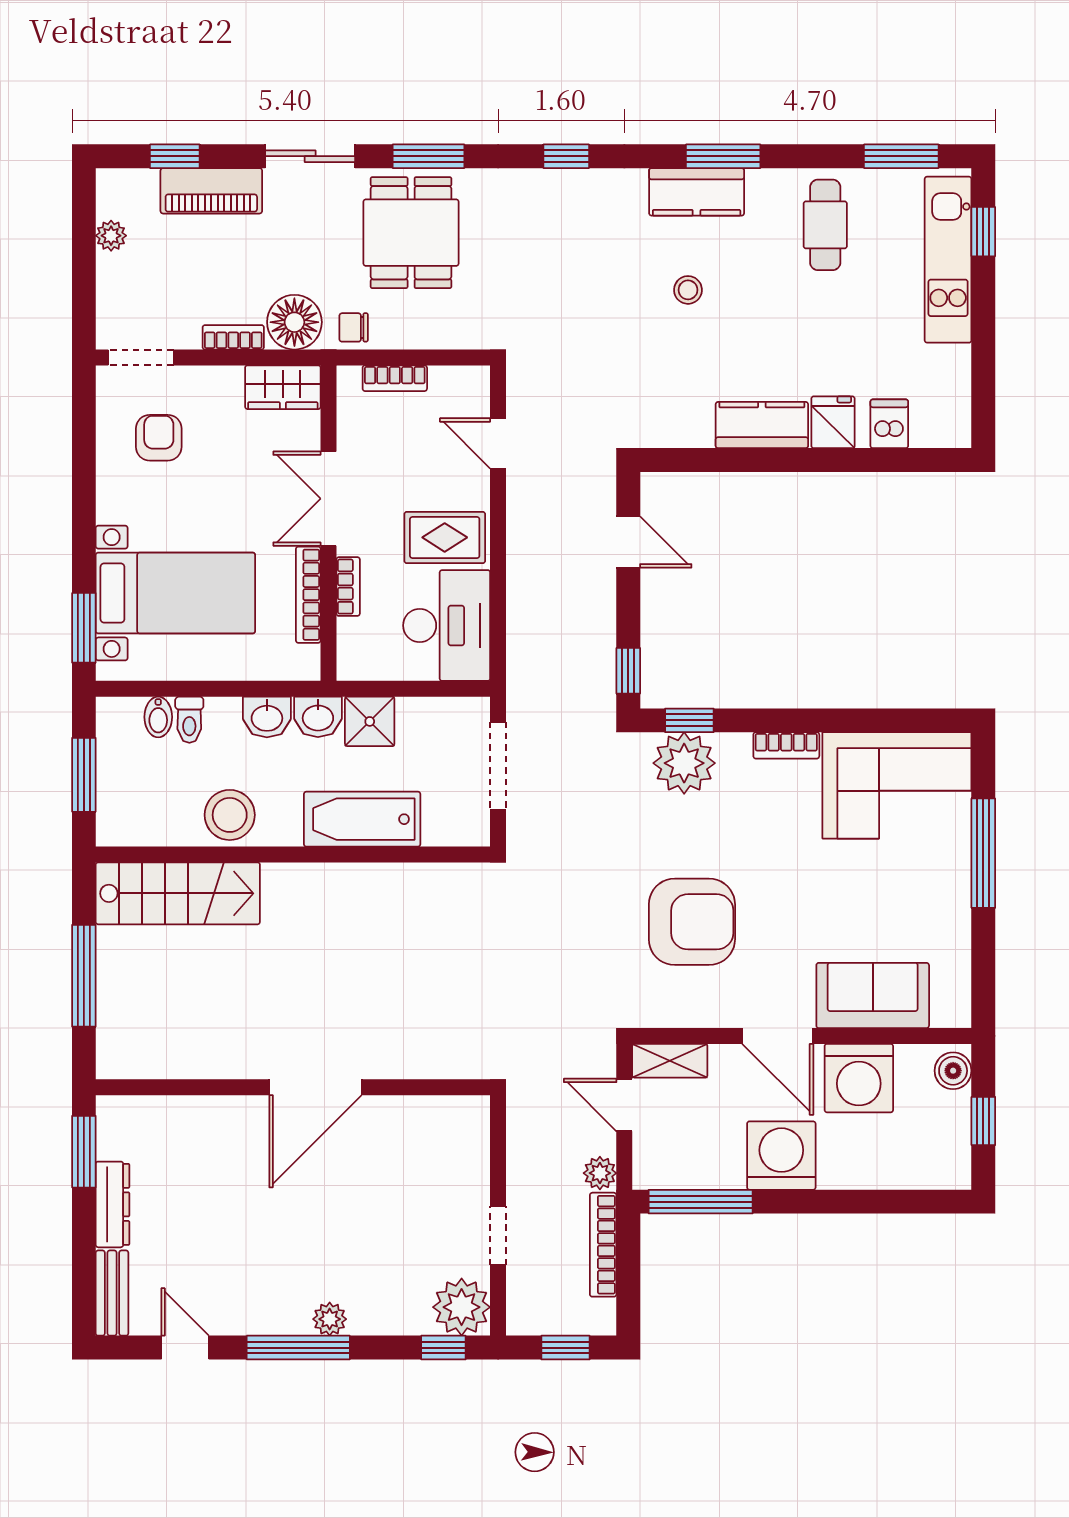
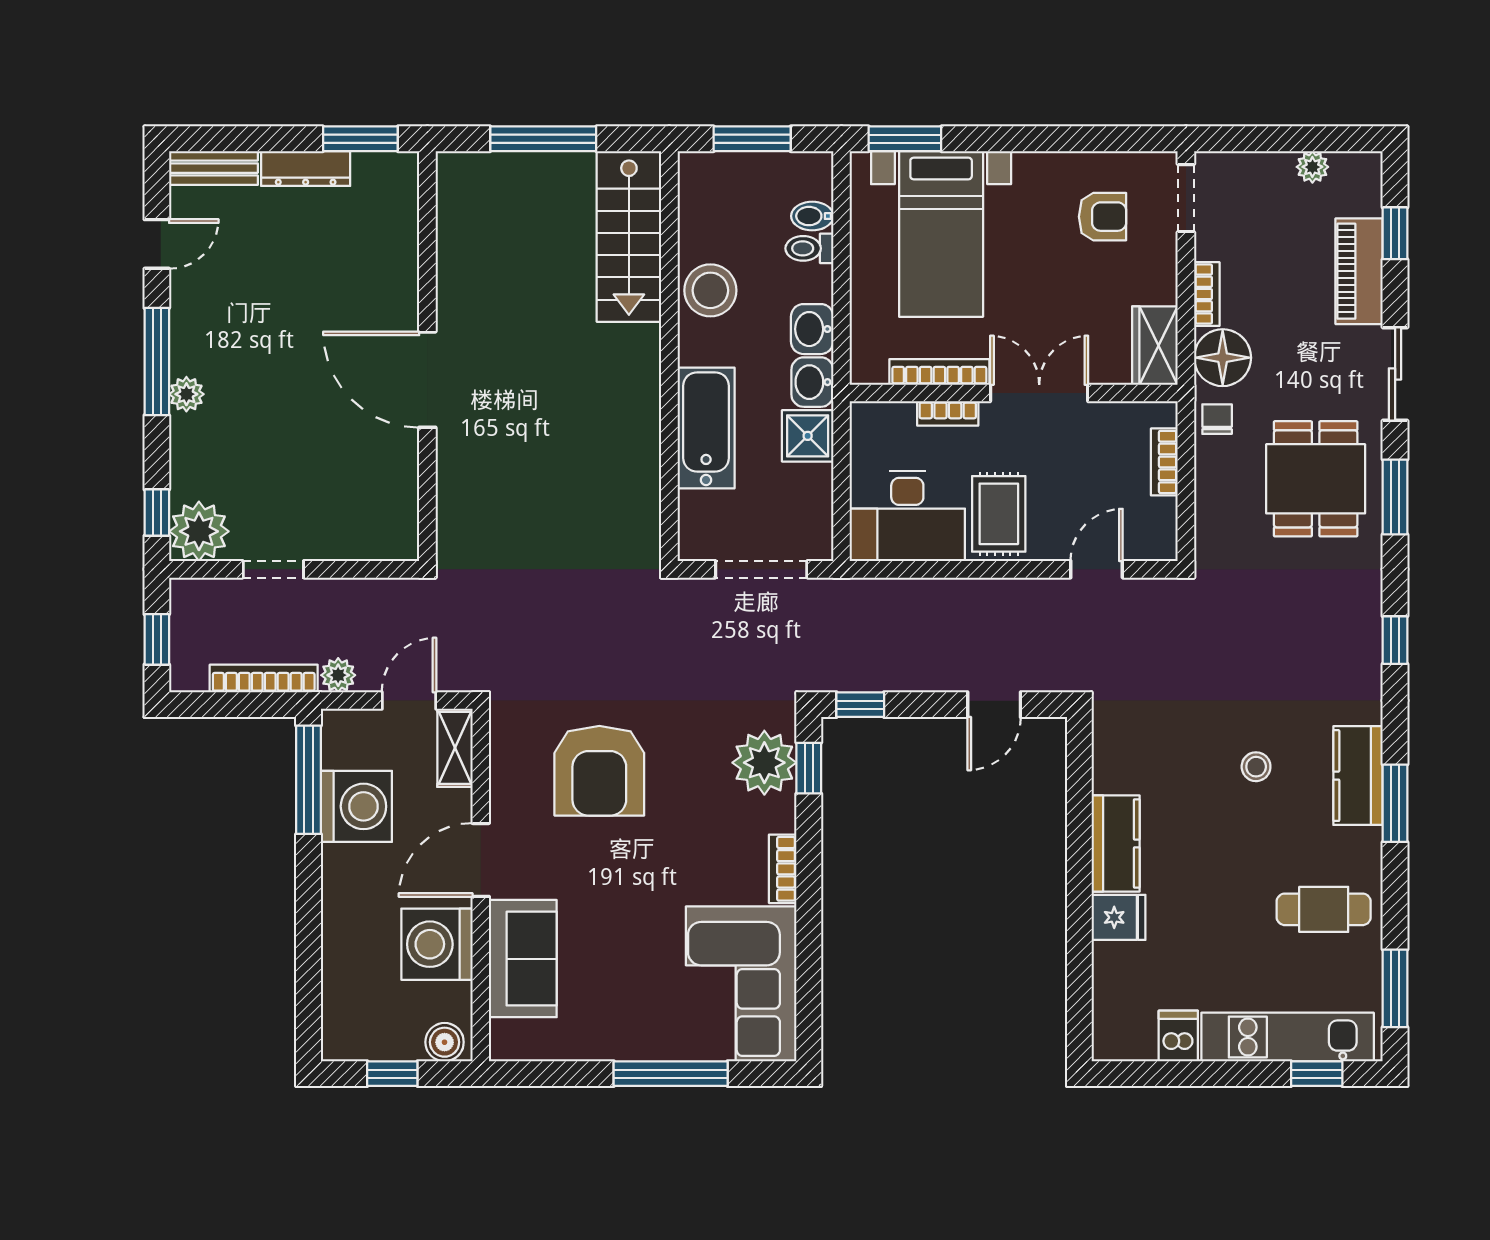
dining table: (411, 233) -> (1316, 479), turned 90
dishwasher: (889, 424) -> (1178, 1036), moved, turned -90
washing machine: (781, 1156) -> (356, 806), moved

